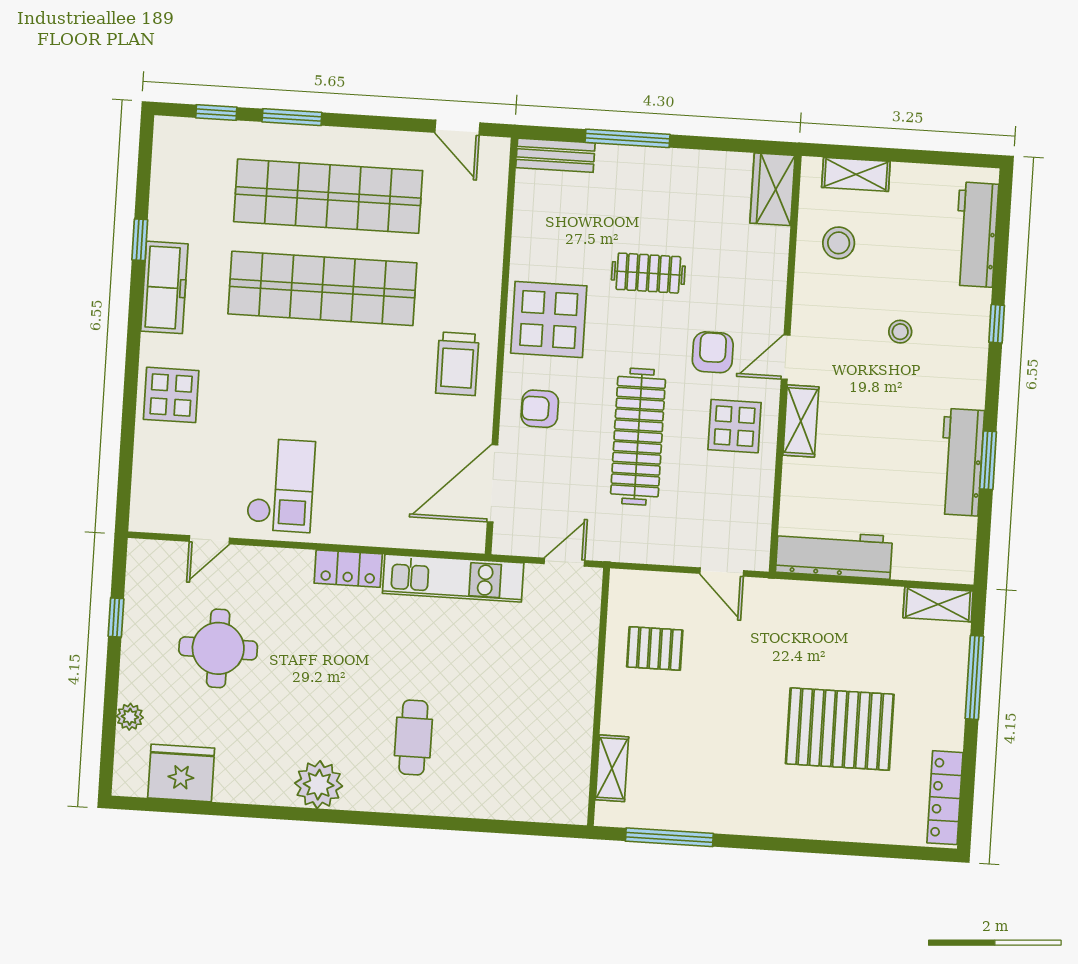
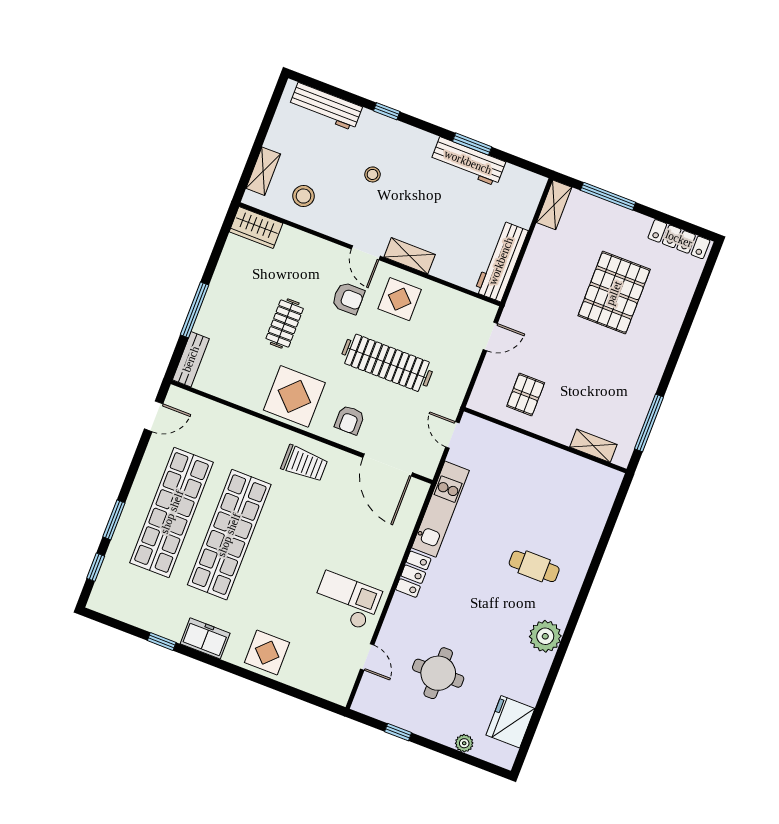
freezer: (164, 287) -> (205, 638), width x0.71
armchair: (713, 352) -> (348, 298), turned 180

